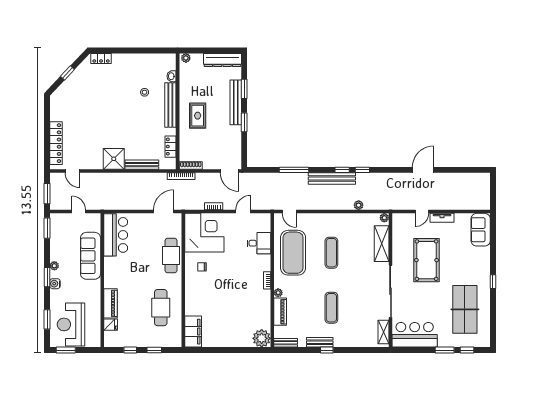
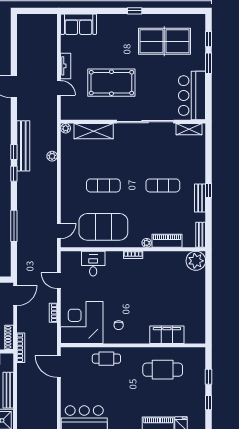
bench: (332, 179) -> (23, 146), moved
cafe table: (171, 256) -> (106, 359), width x0.73, depth x0.74
filing cabinet: (193, 332) -> (167, 335), moved

